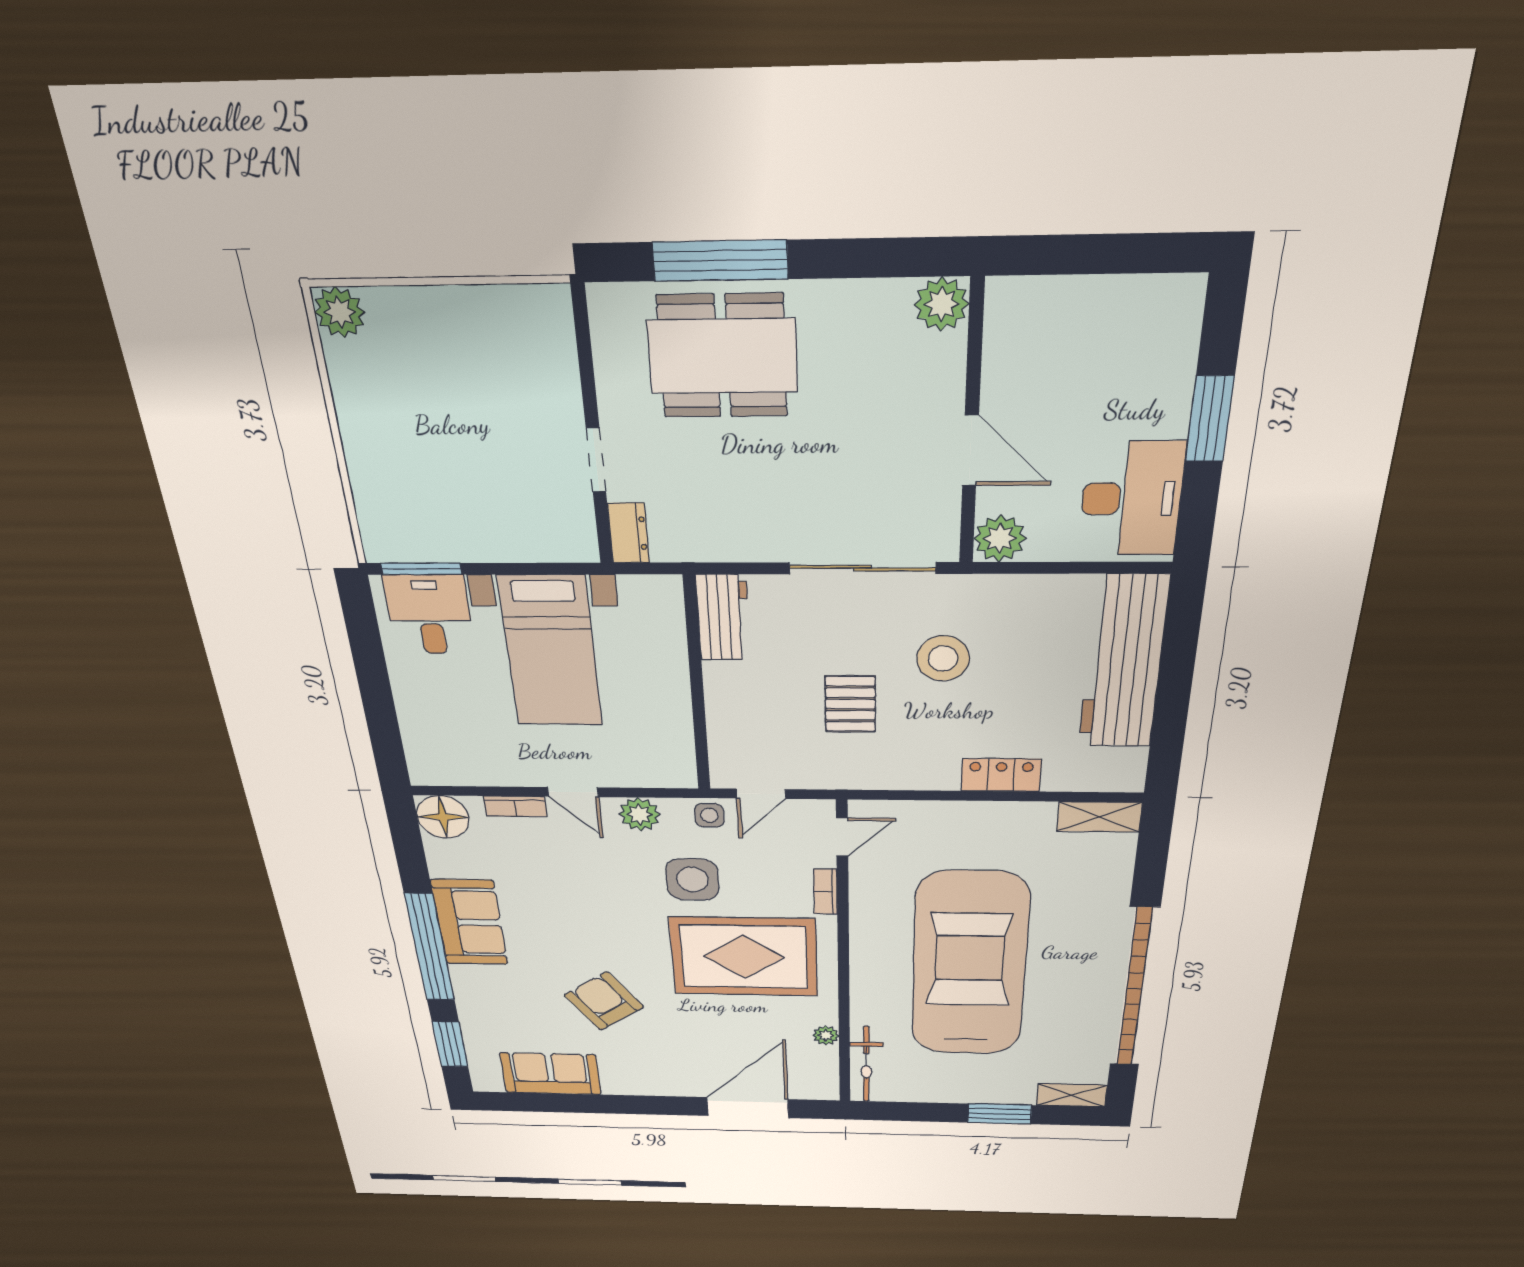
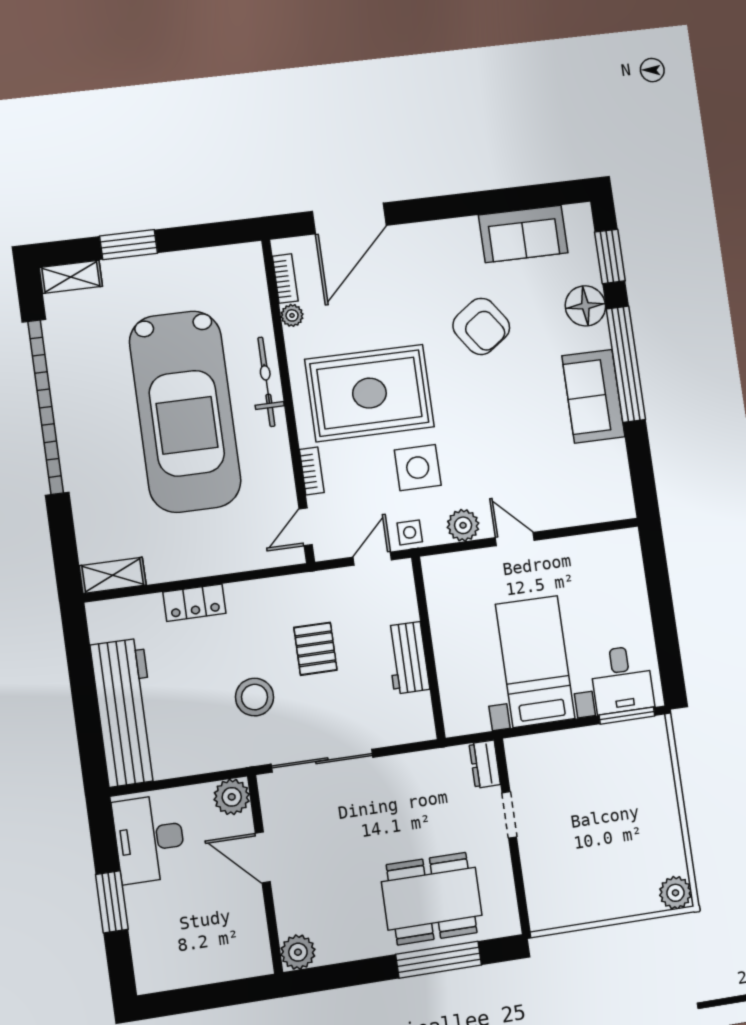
workbench: (723, 618) -> (407, 658), moved
bookcase: (515, 806) -> (285, 279), moved, turned 90
floor lamp: (443, 817) -> (585, 306), moved
bicycle: (866, 1064) -> (266, 382), moved

